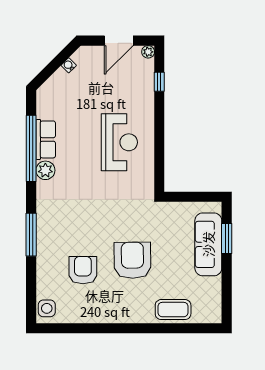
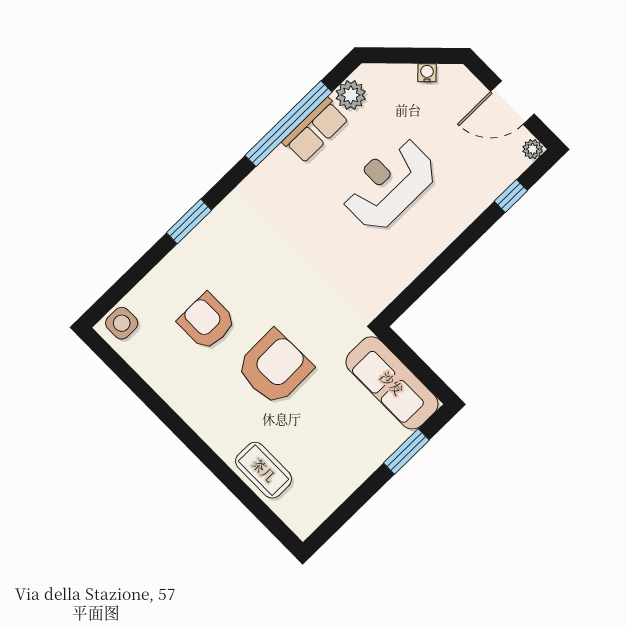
reception desk: (119, 142) -> (389, 184), moved, turned 180
plant: (45, 170) -> (351, 95), moved
window: (31, 235) -> (189, 221), width x0.69
sofa: (208, 244) -> (392, 383), moved, turned -90
armchair: (83, 270) -> (207, 322), turned -90

